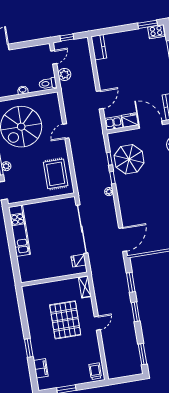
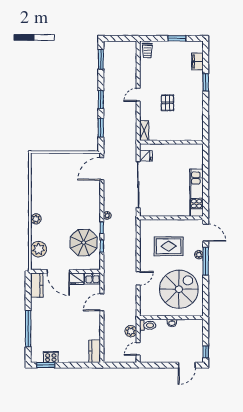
cooker: (156, 32) -> (51, 357), moved
window: (67, 38) -> (123, 365), removed
rug: (56, 174) -> (169, 246), moved, turned 90
pallet: (65, 320) -> (167, 103), width x0.49, depth x0.50

